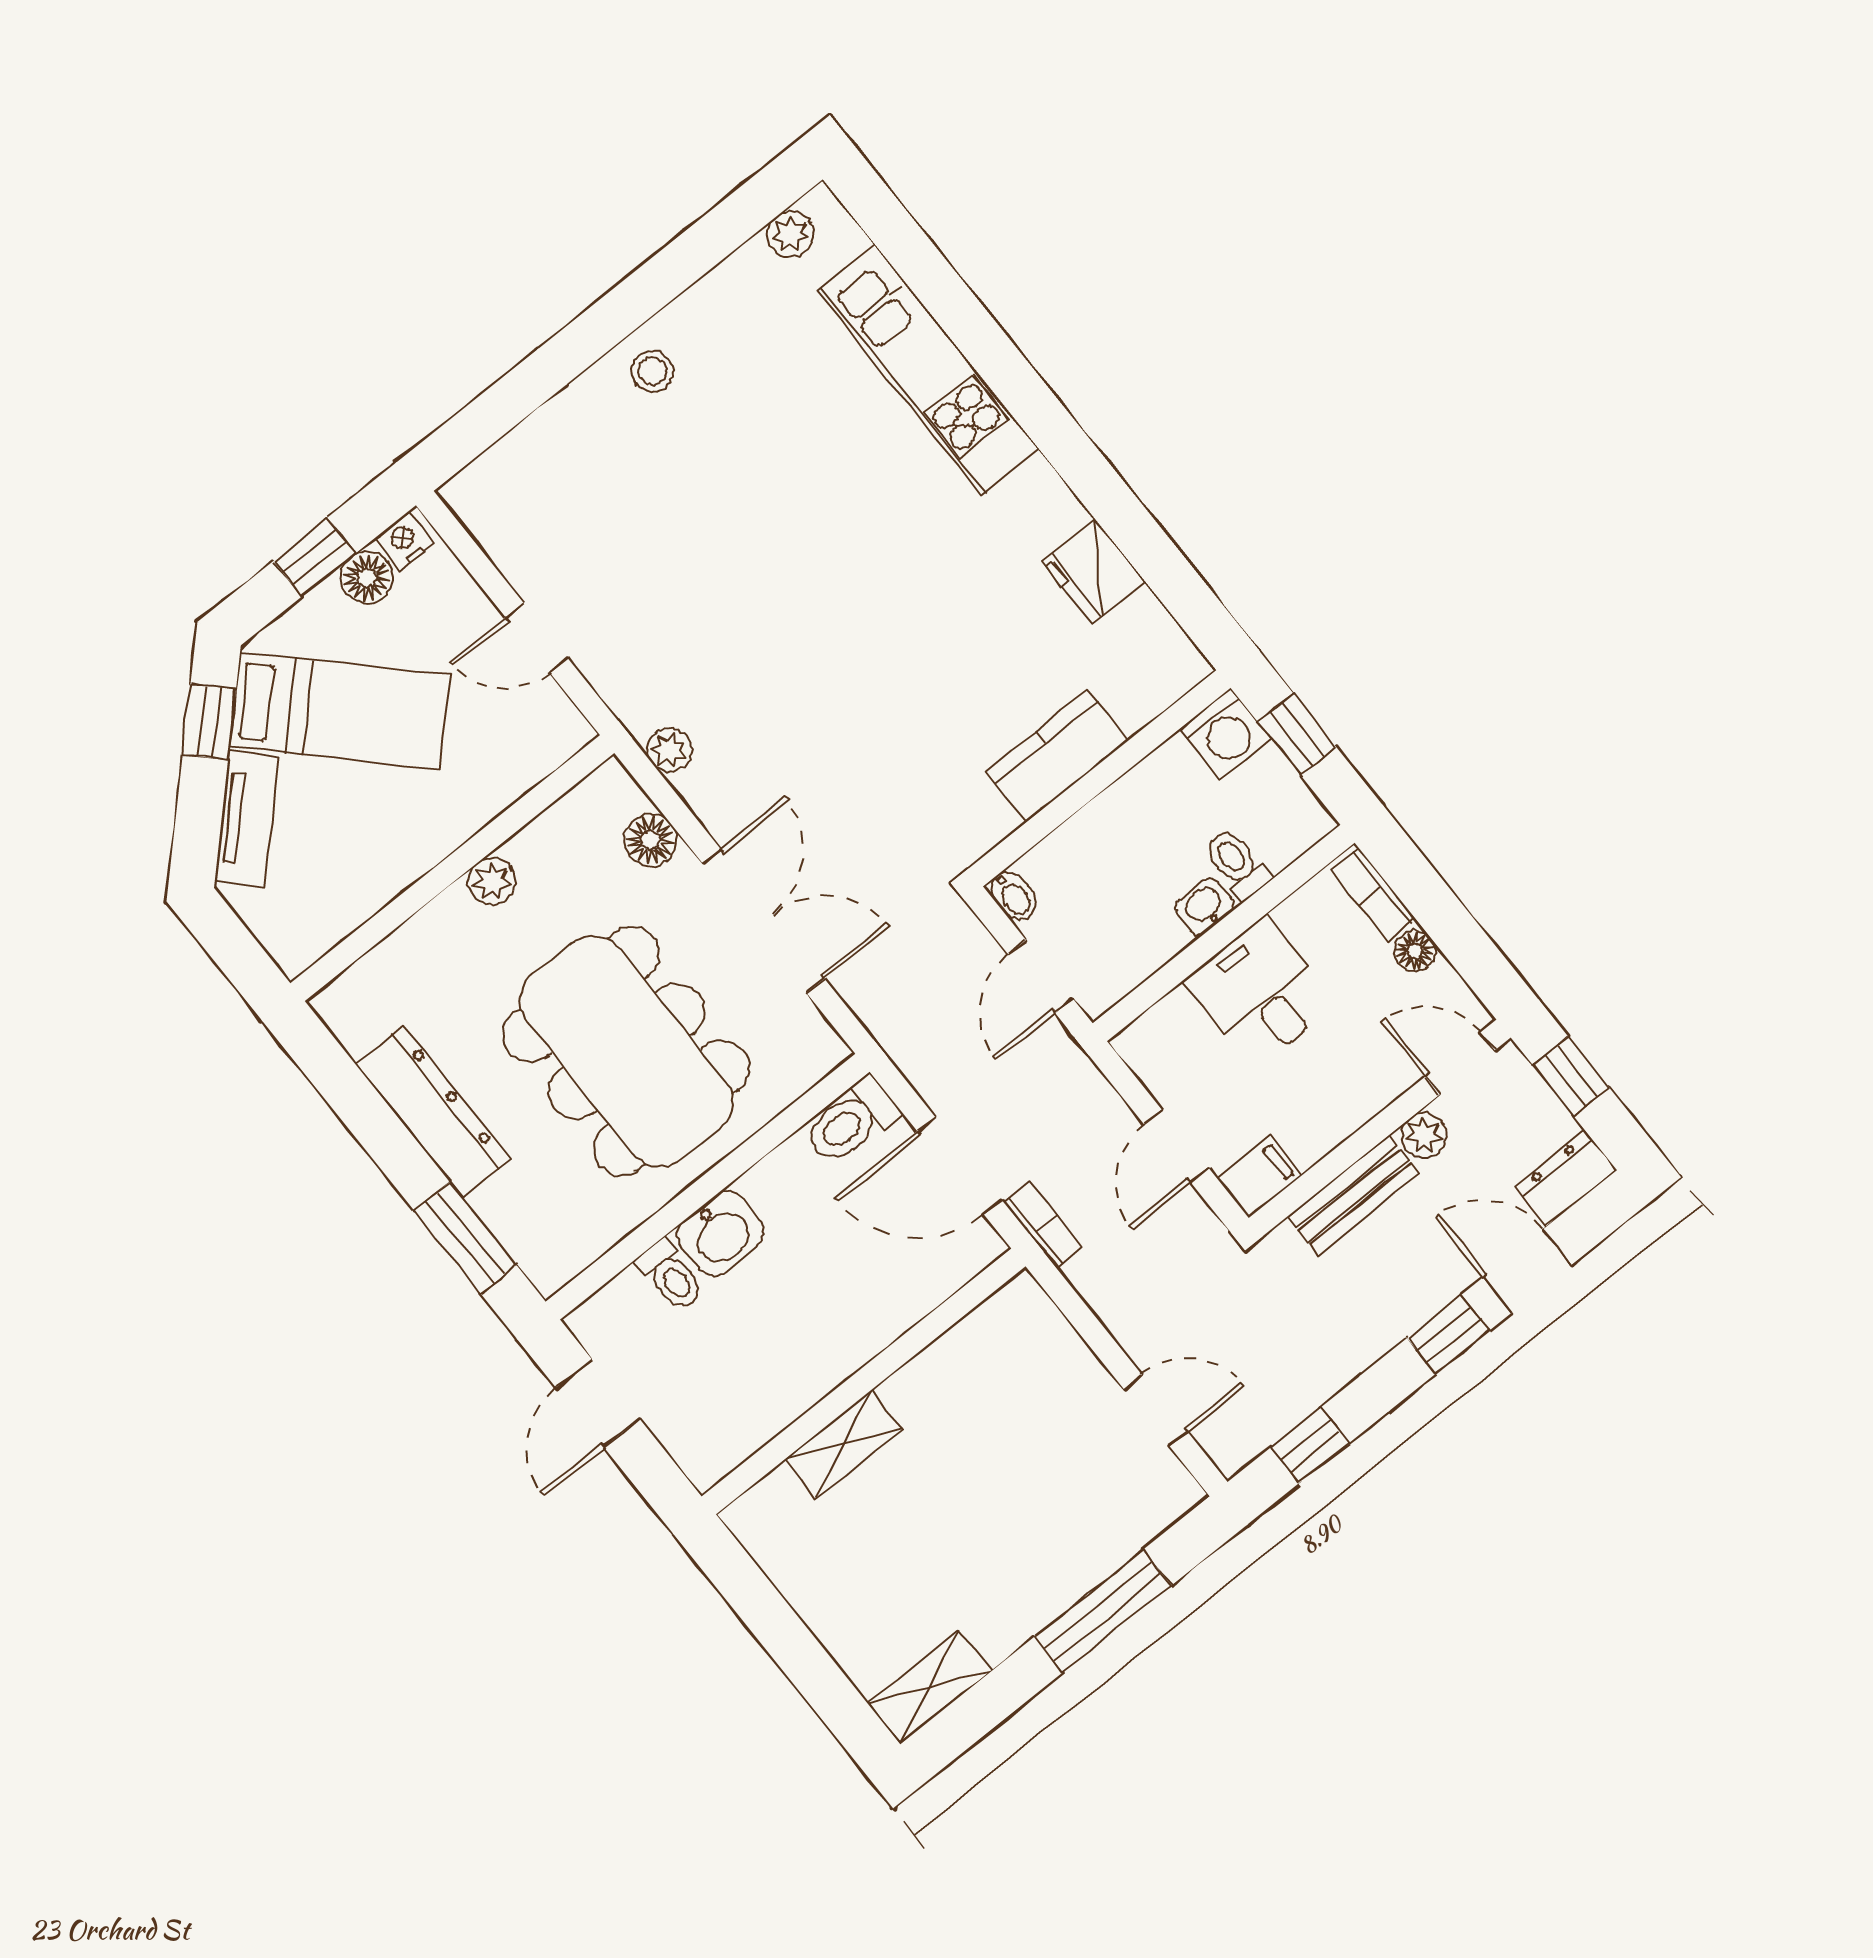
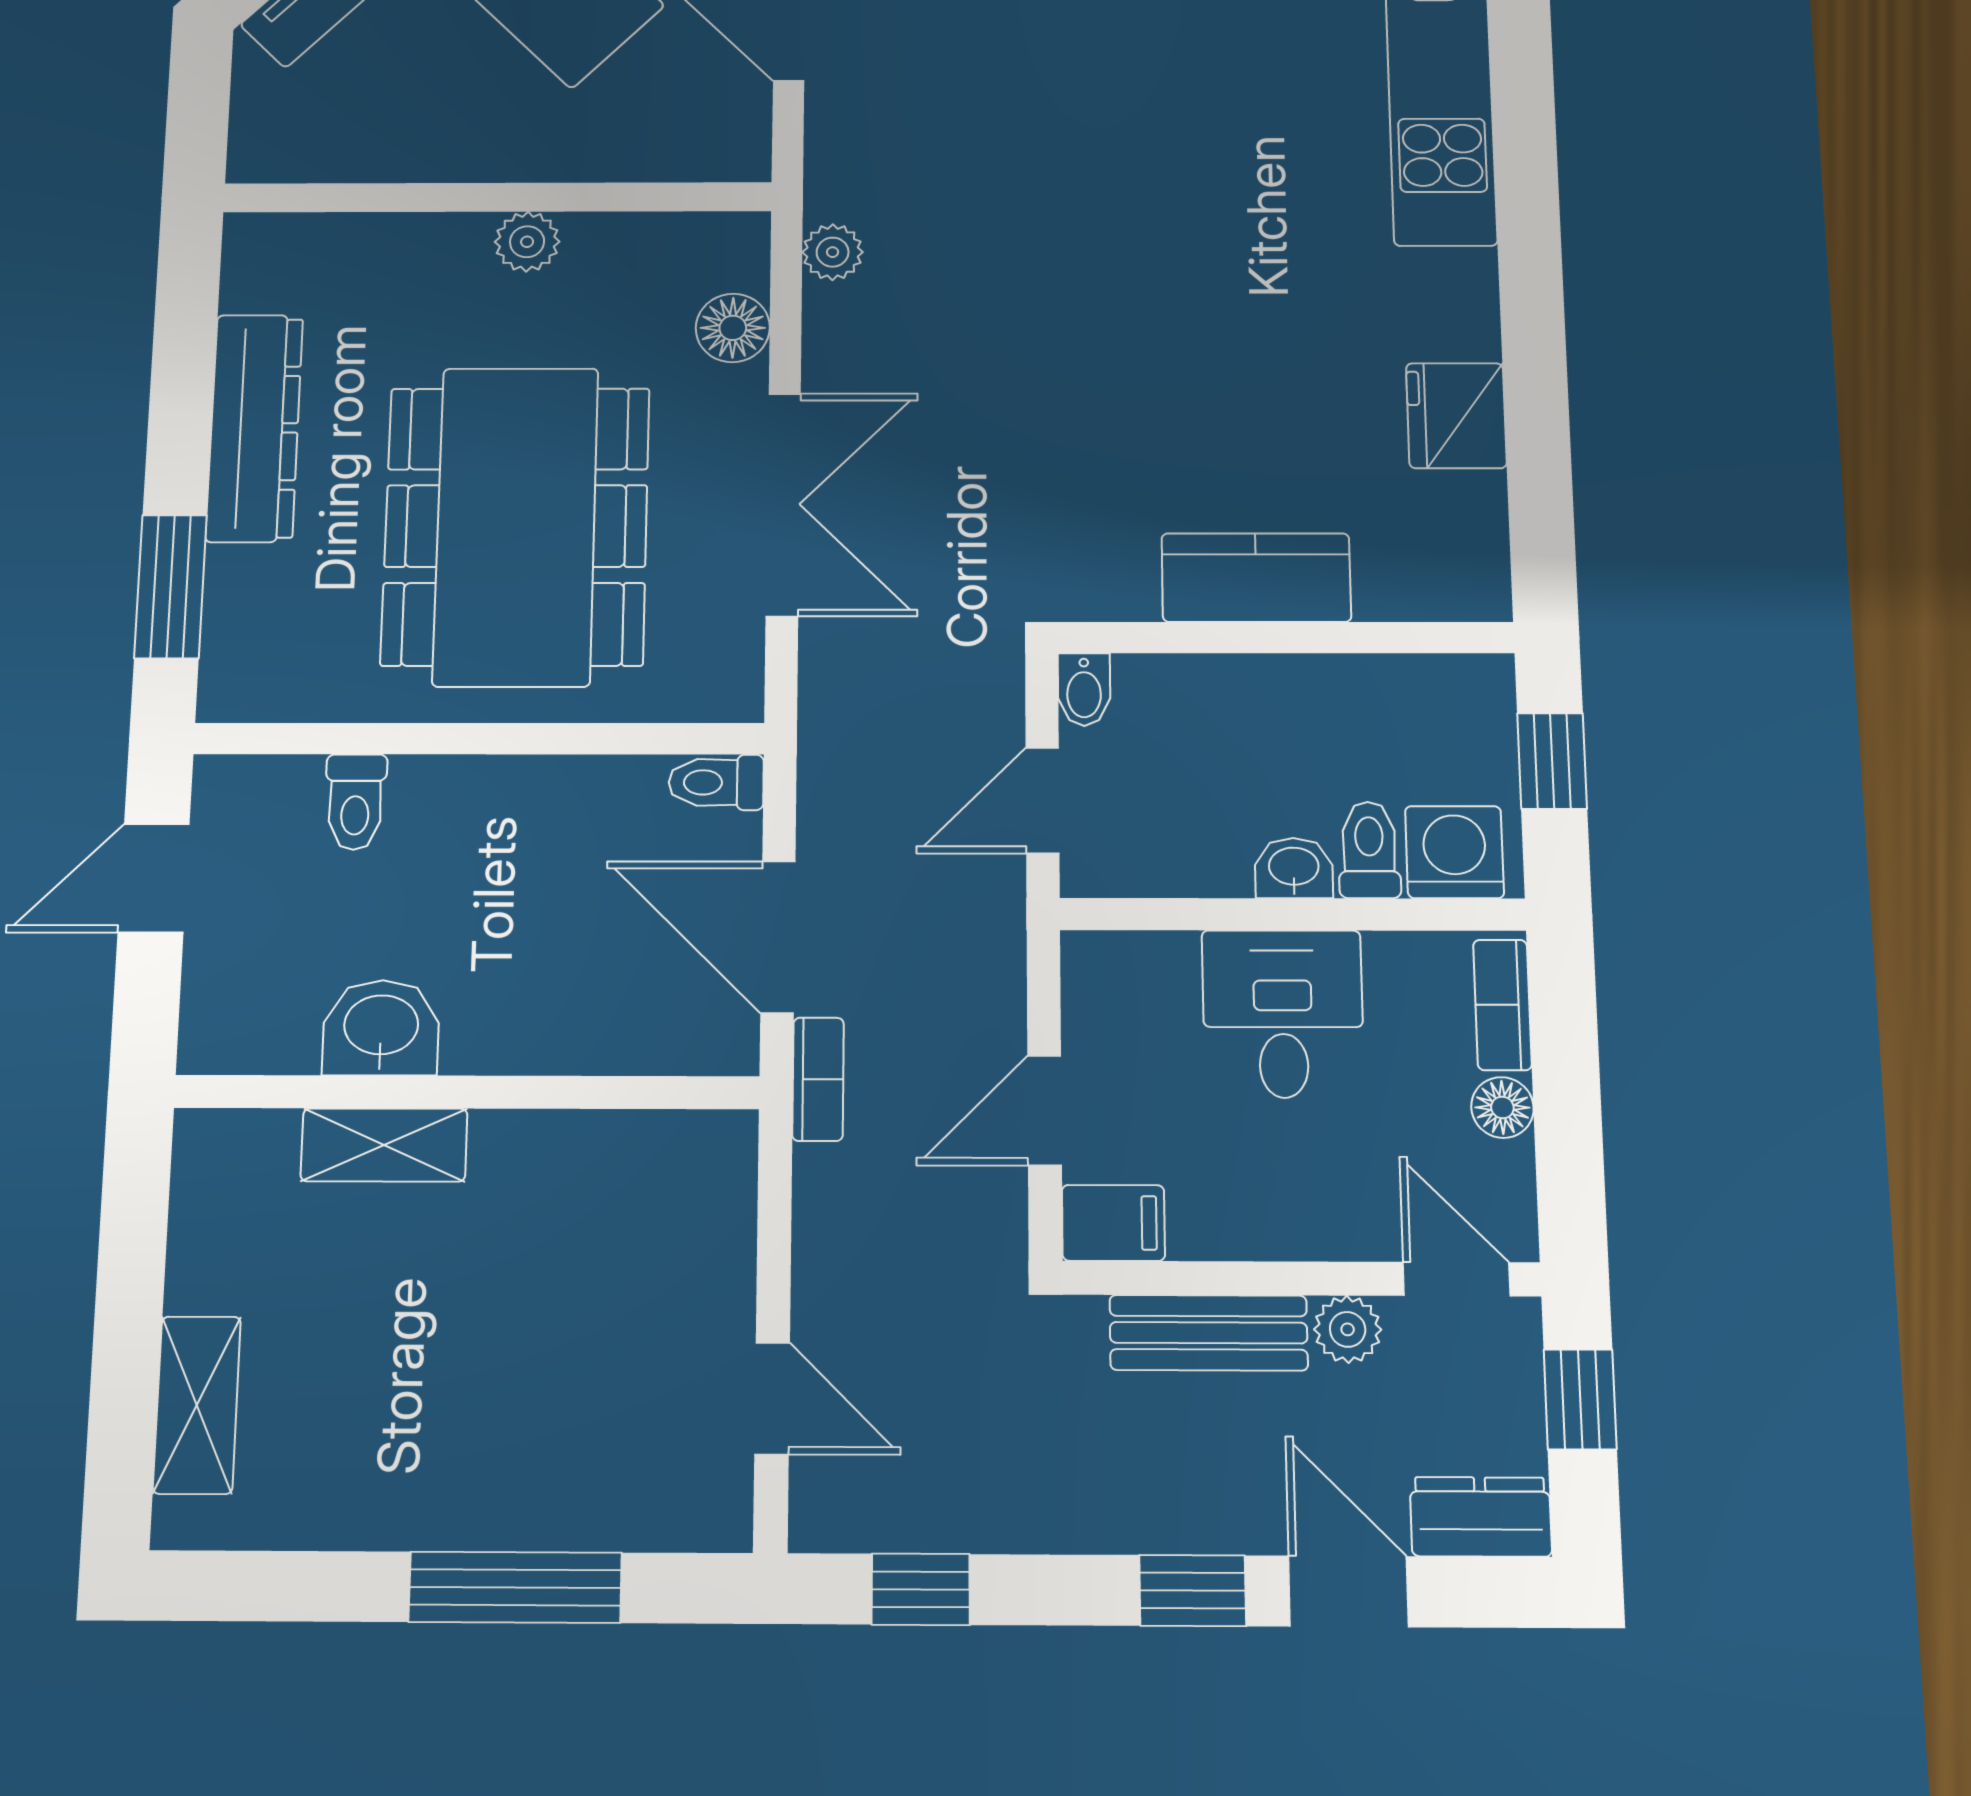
washing machine: (1226, 734) -> (1454, 852), moved, turned 180
toilet: (851, 1121) -> (716, 782), width x0.73, depth x0.72
washbasin: (720, 1233) -> (381, 1028), moved, turned 180
shelving: (929, 1687) -> (197, 1405), moved, turned 90

